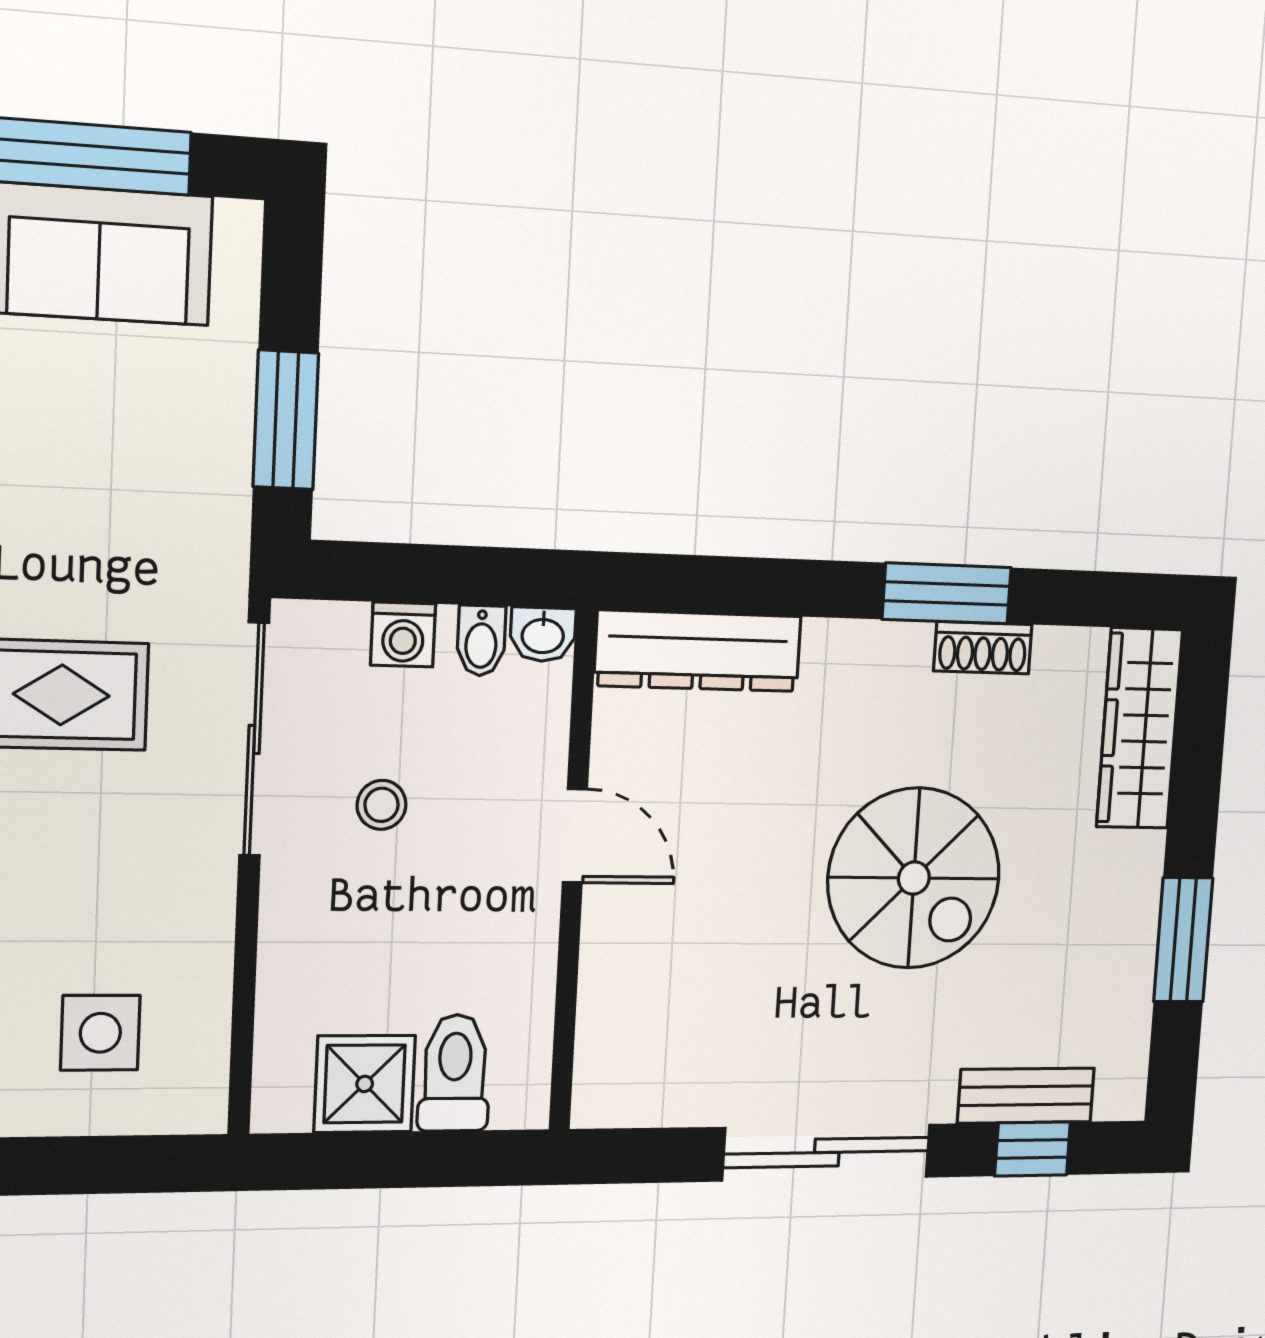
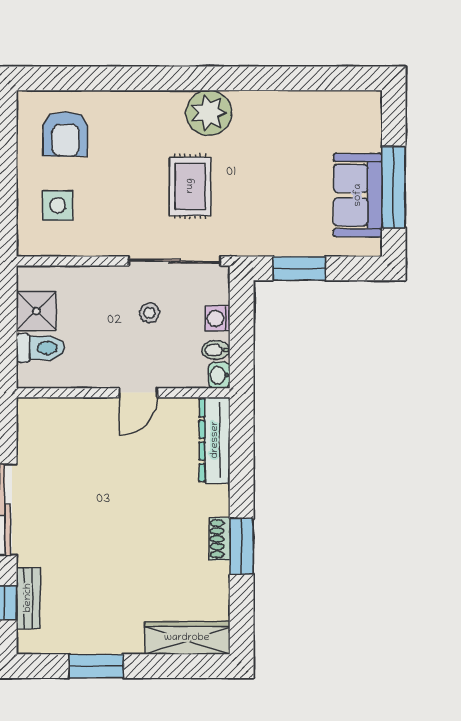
shoe rack: (983, 648) -> (220, 539), moved
spiral stairs: (914, 878) -> (122, 540), removed

